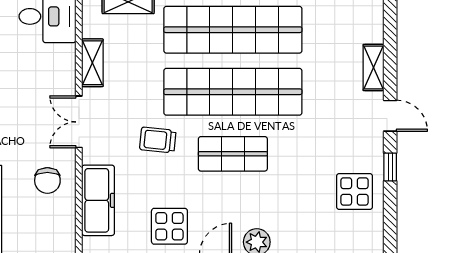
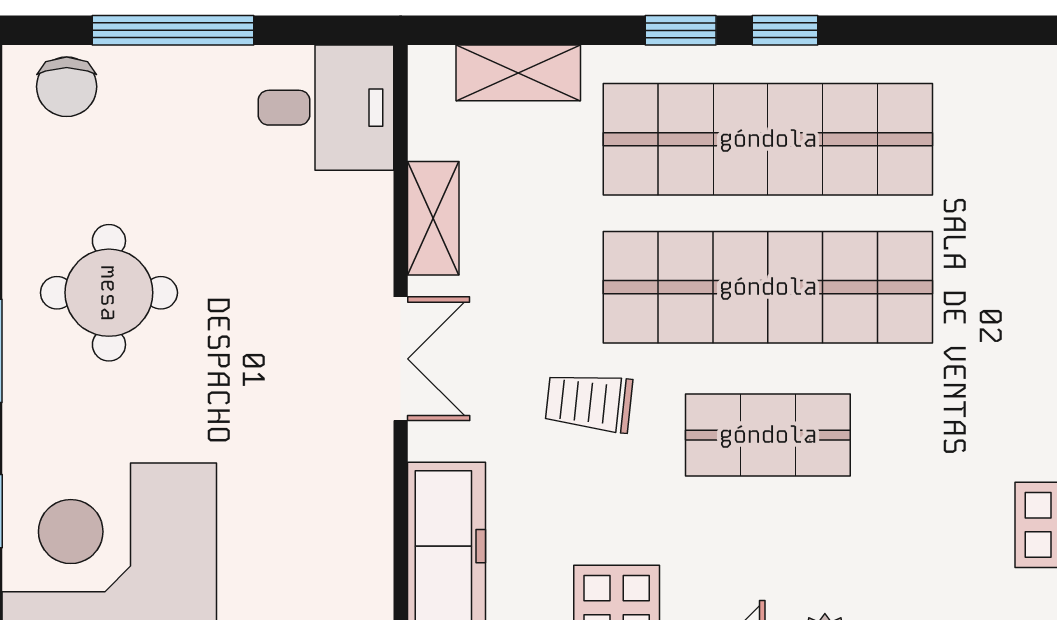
double door: (79, 122) -> (401, 359), swing flipped
chair: (47, 181) -> (326, 499), removed

